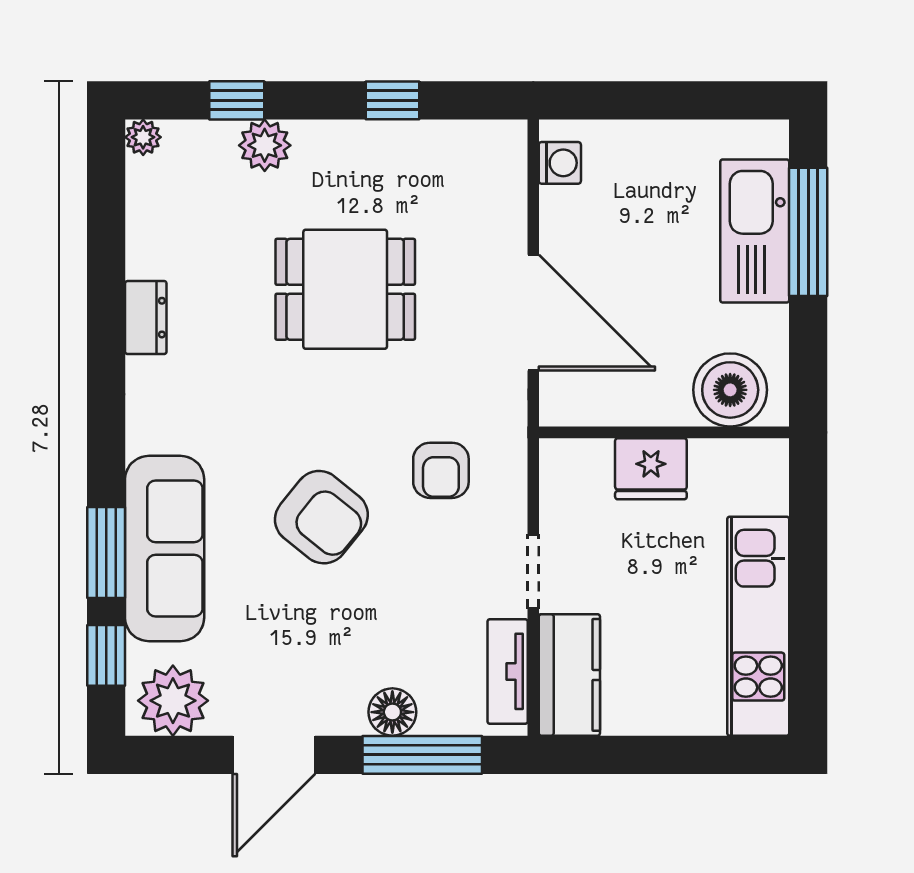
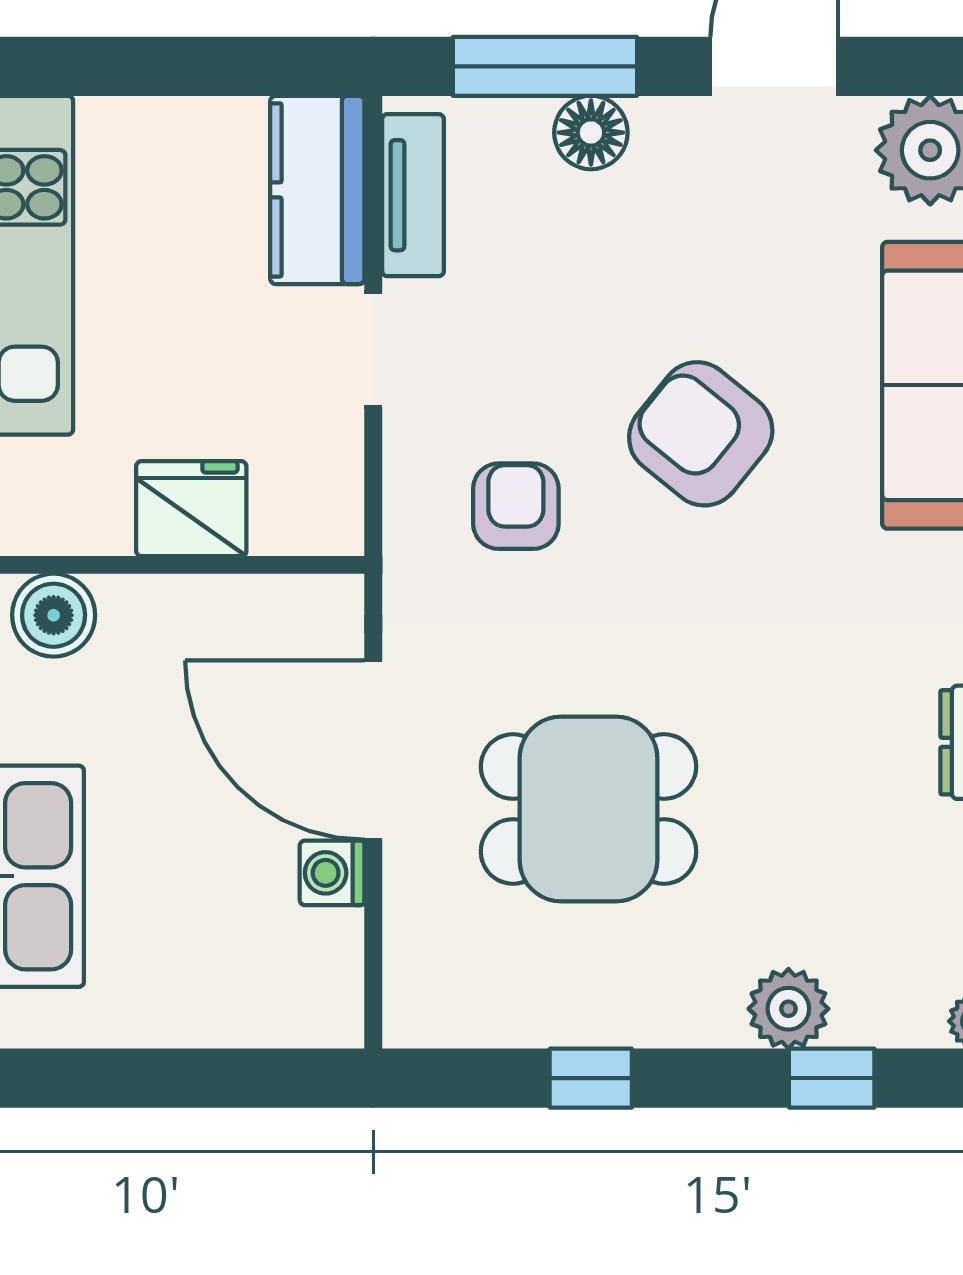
washing machine: (560, 163) -> (332, 873), moved
dining table: (345, 289) -> (588, 809), moved
boiler: (730, 390) -> (54, 615), width x0.73, depth x0.73

